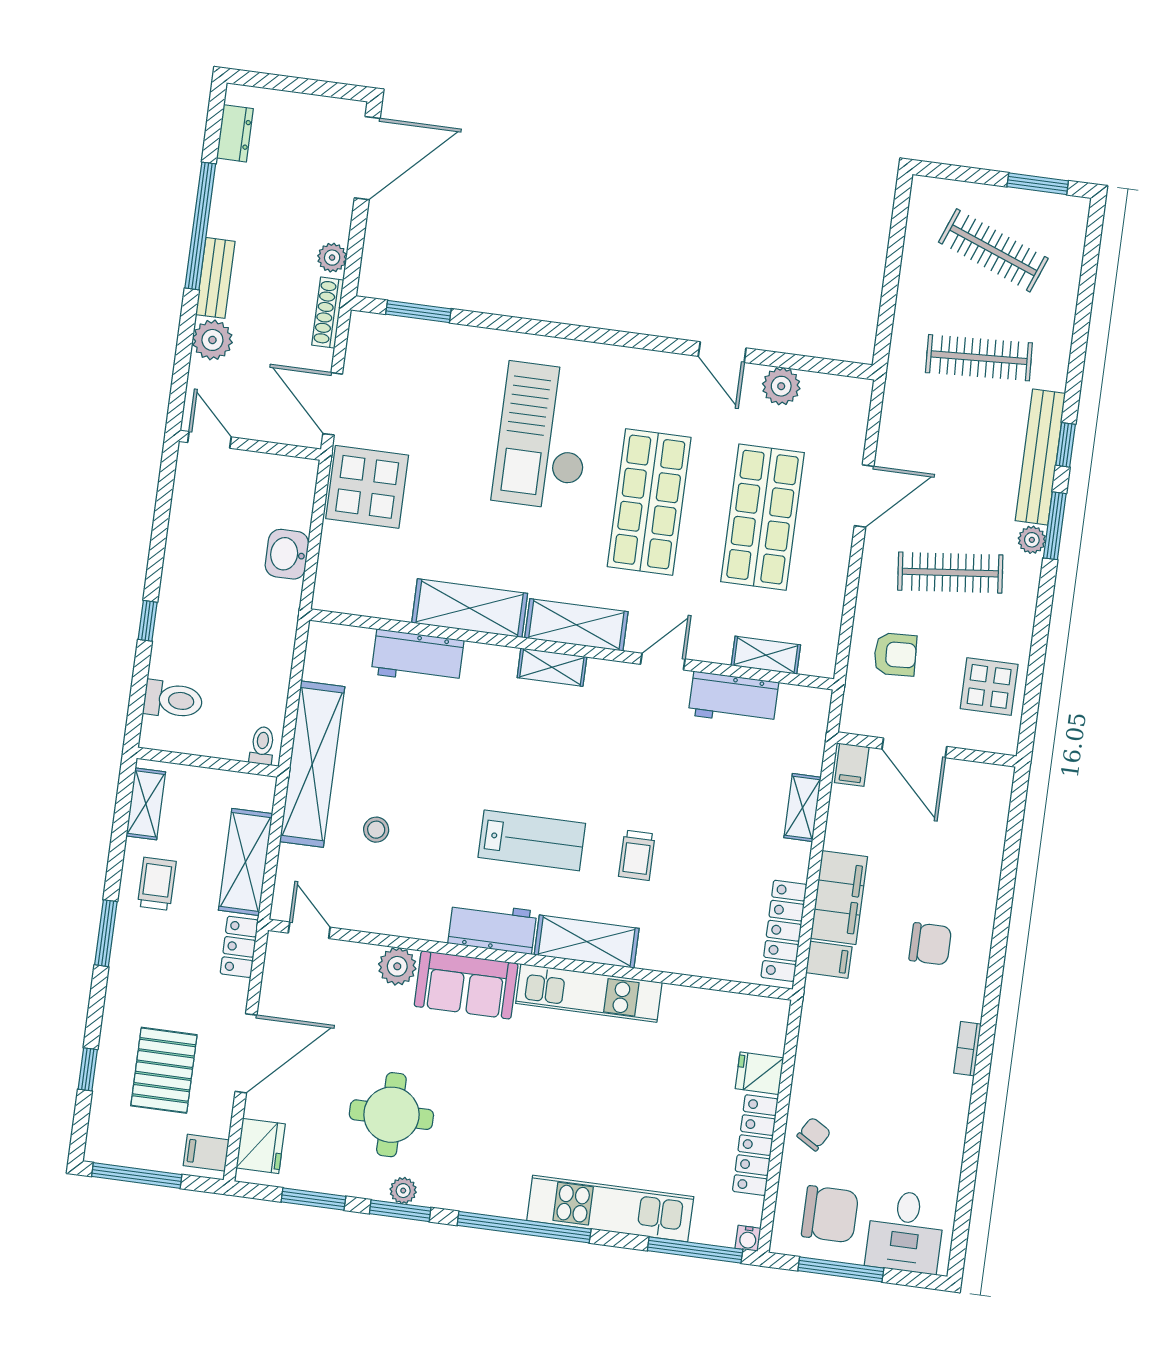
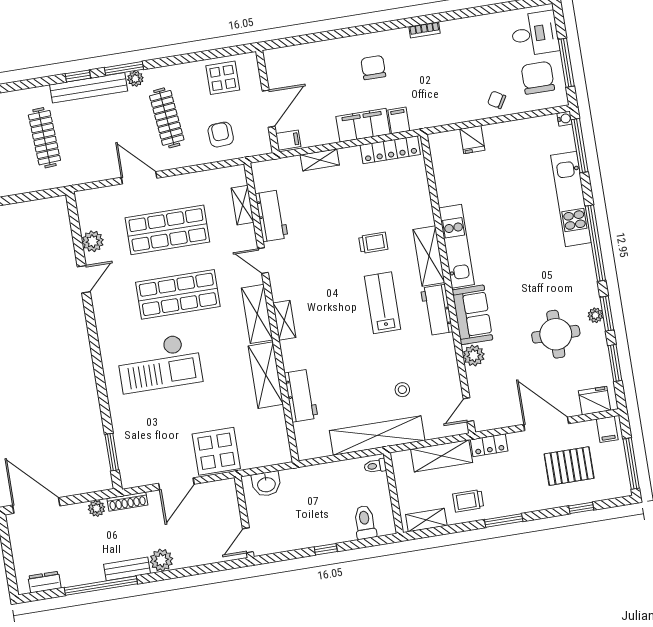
door: (209, 440) -> (248, 540), moved
wall: (250, 445) -> (244, 517), moved
locker: (755, 1145) -> (512, 130), removed

